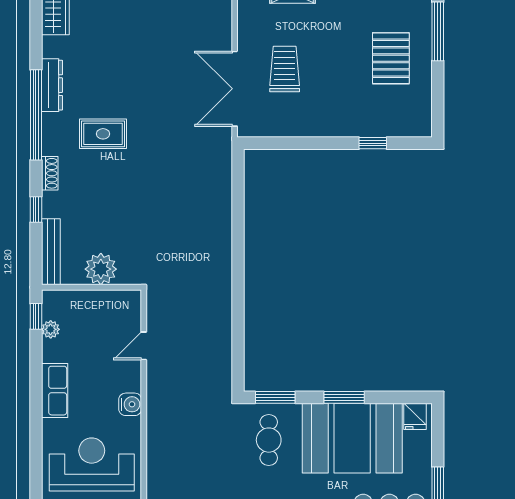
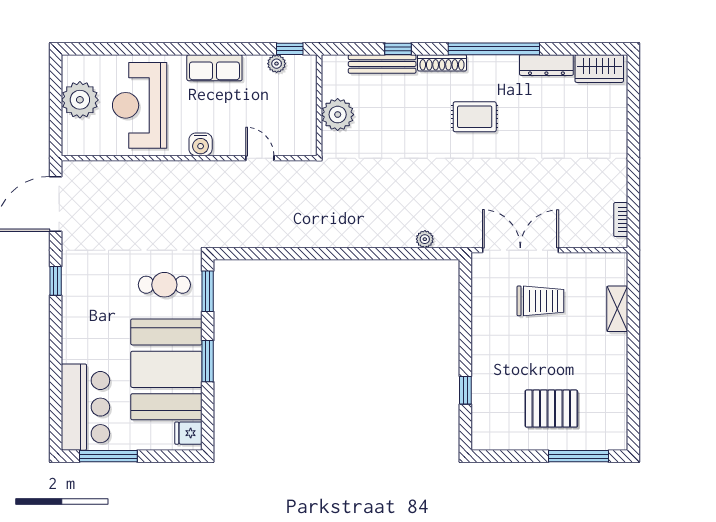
dresser: (52, 85) -> (546, 65), moved
rug: (103, 134) -> (475, 117), turned 90
shoe rack: (50, 173) -> (442, 63), width x1.43
plant: (224, 183) -> (425, 239), added
bench: (51, 252) -> (382, 64), moved
reception desk: (92, 464) -> (140, 105), turned 180

